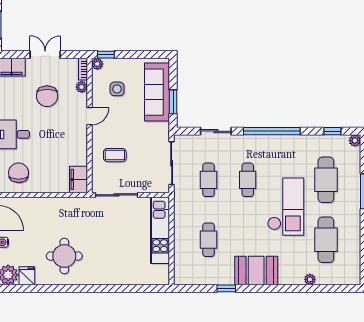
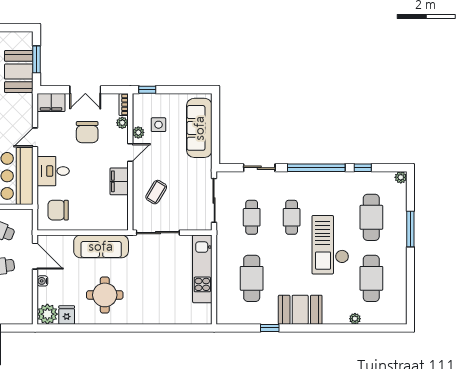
double door: (45, 55) -> (85, 90), swing flipped
plant: (97, 64) -> (138, 132), moved
window: (173, 102) -> (216, 138), removed
window: (332, 131) -> (363, 168), moved
coffee table: (115, 155) -> (156, 192), turned -59
chair: (19, 173) -> (58, 210), turned -90
filing cabinet: (78, 179) -> (119, 181), moved
checkout: (286, 207) -> (330, 245), turned 180
sofa: (61, 208) -> (101, 246), added
cafe table: (209, 240) -> (252, 278), width x1.37, depth x1.35

